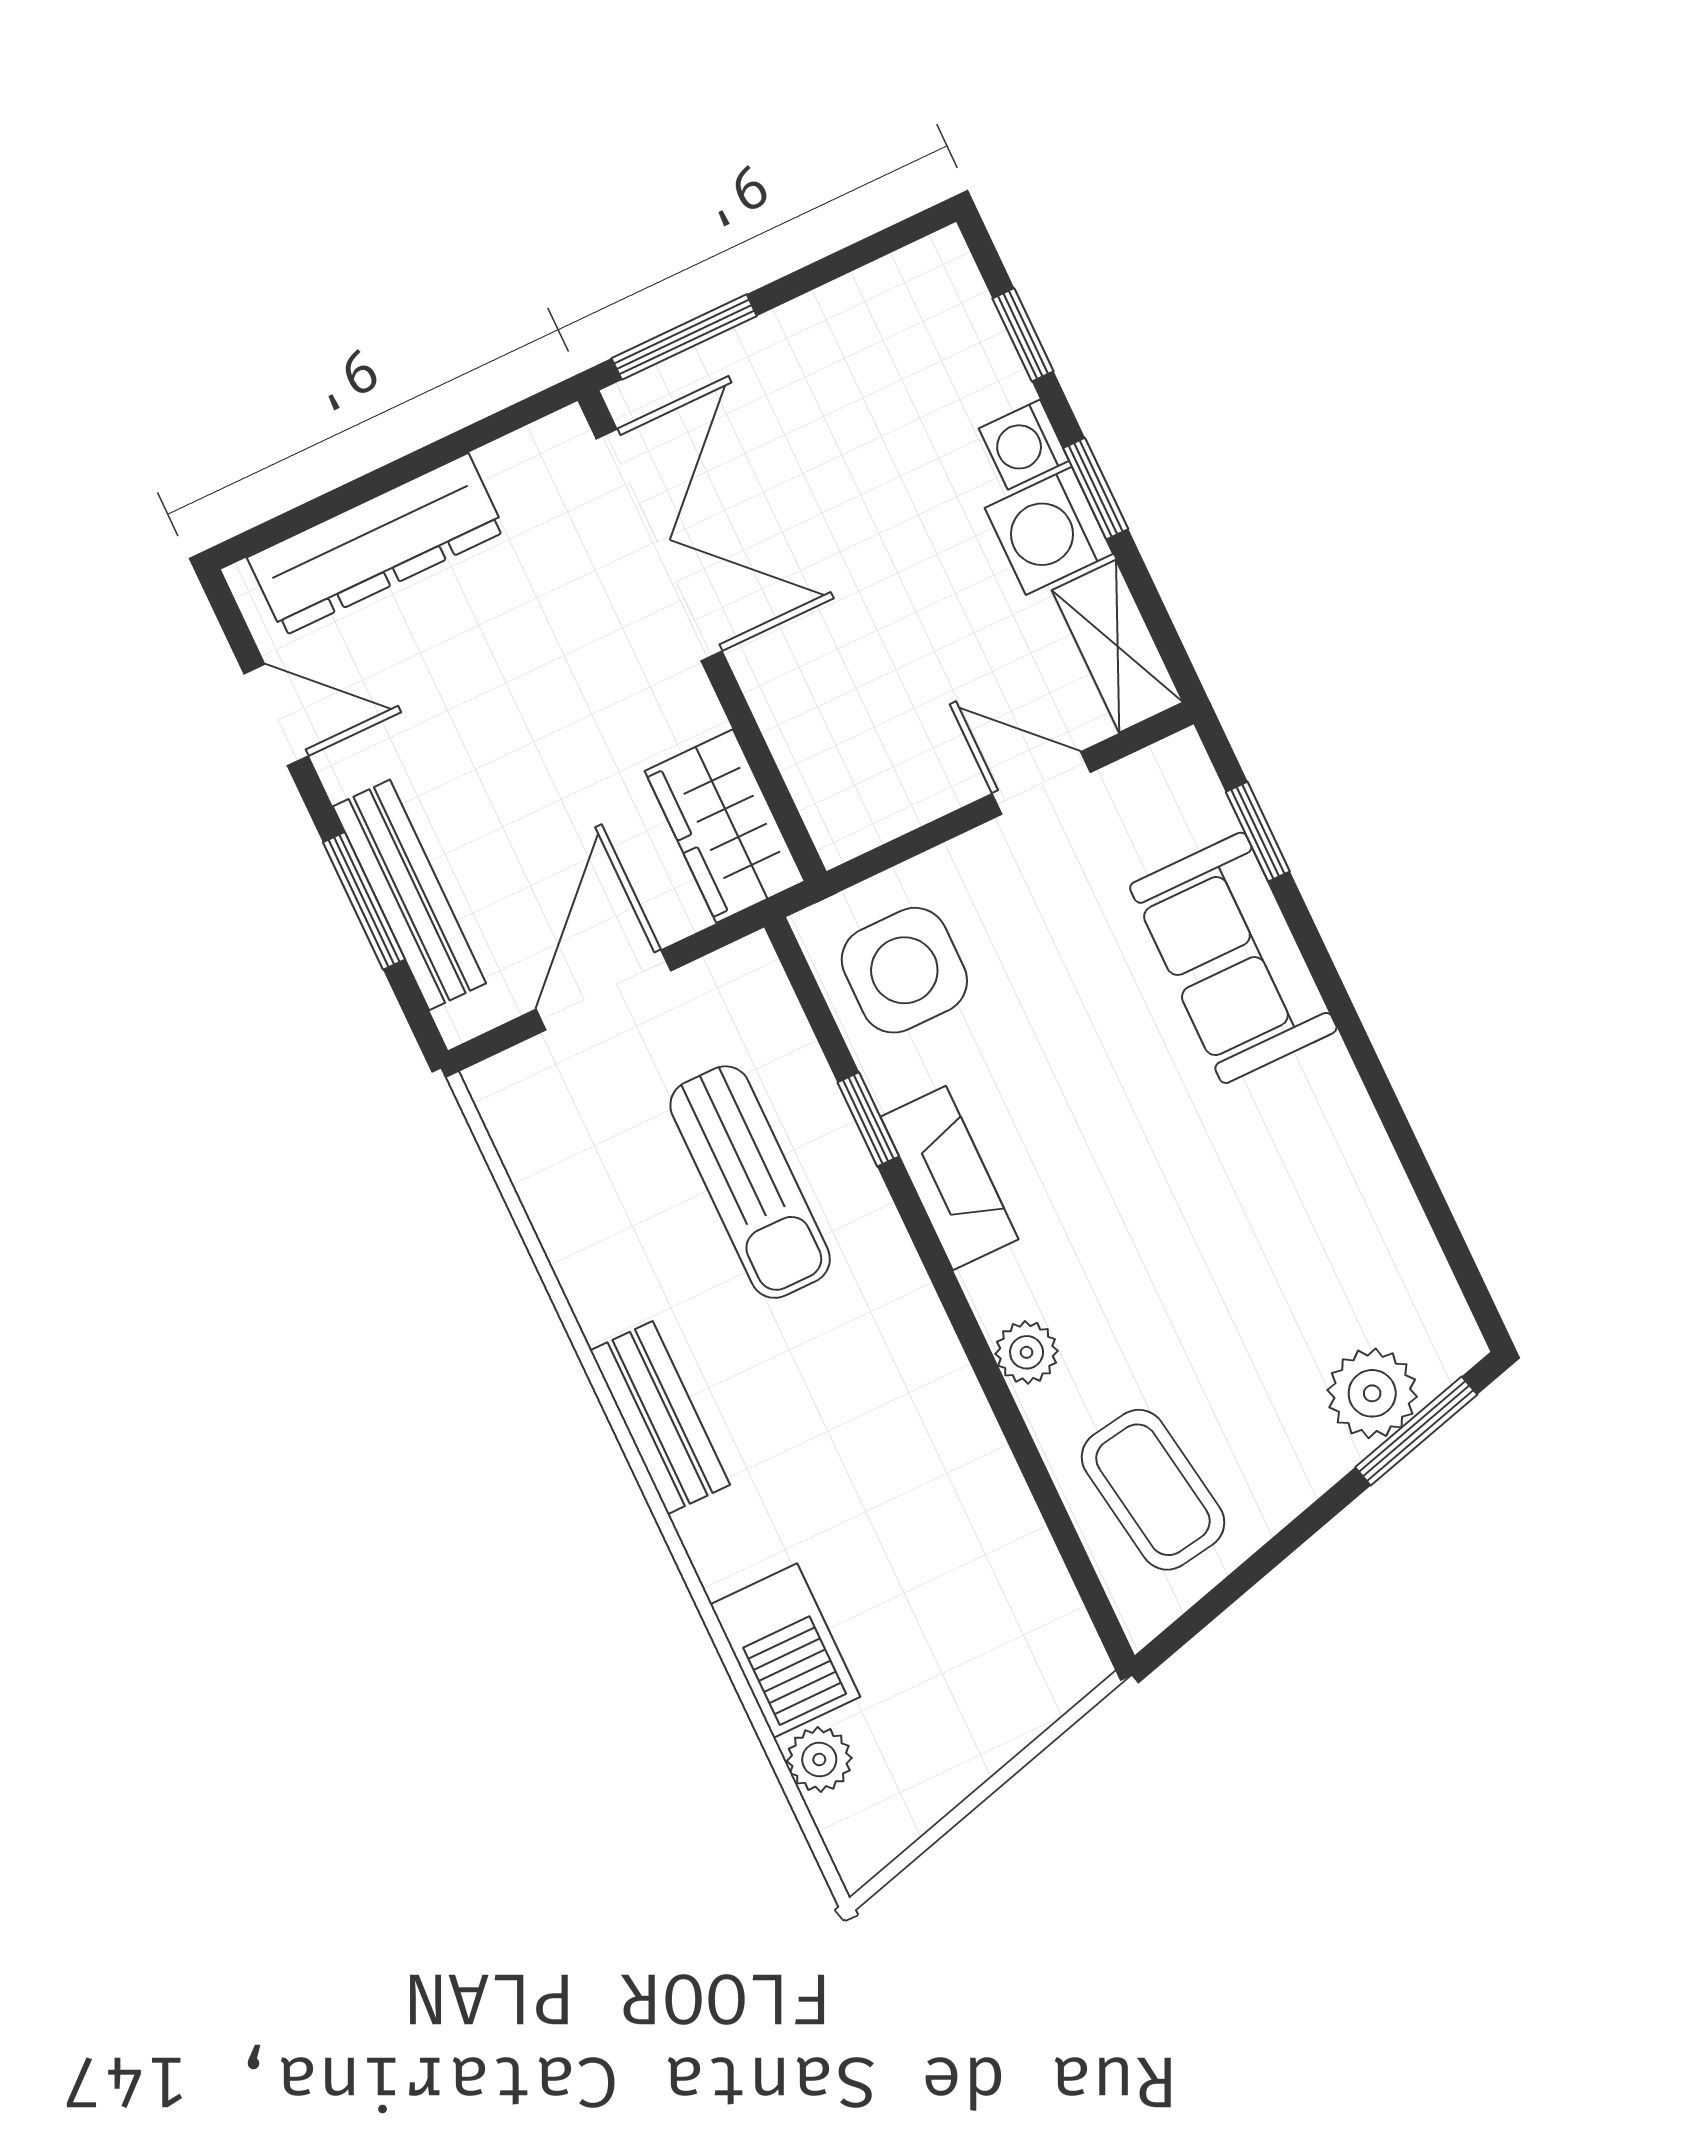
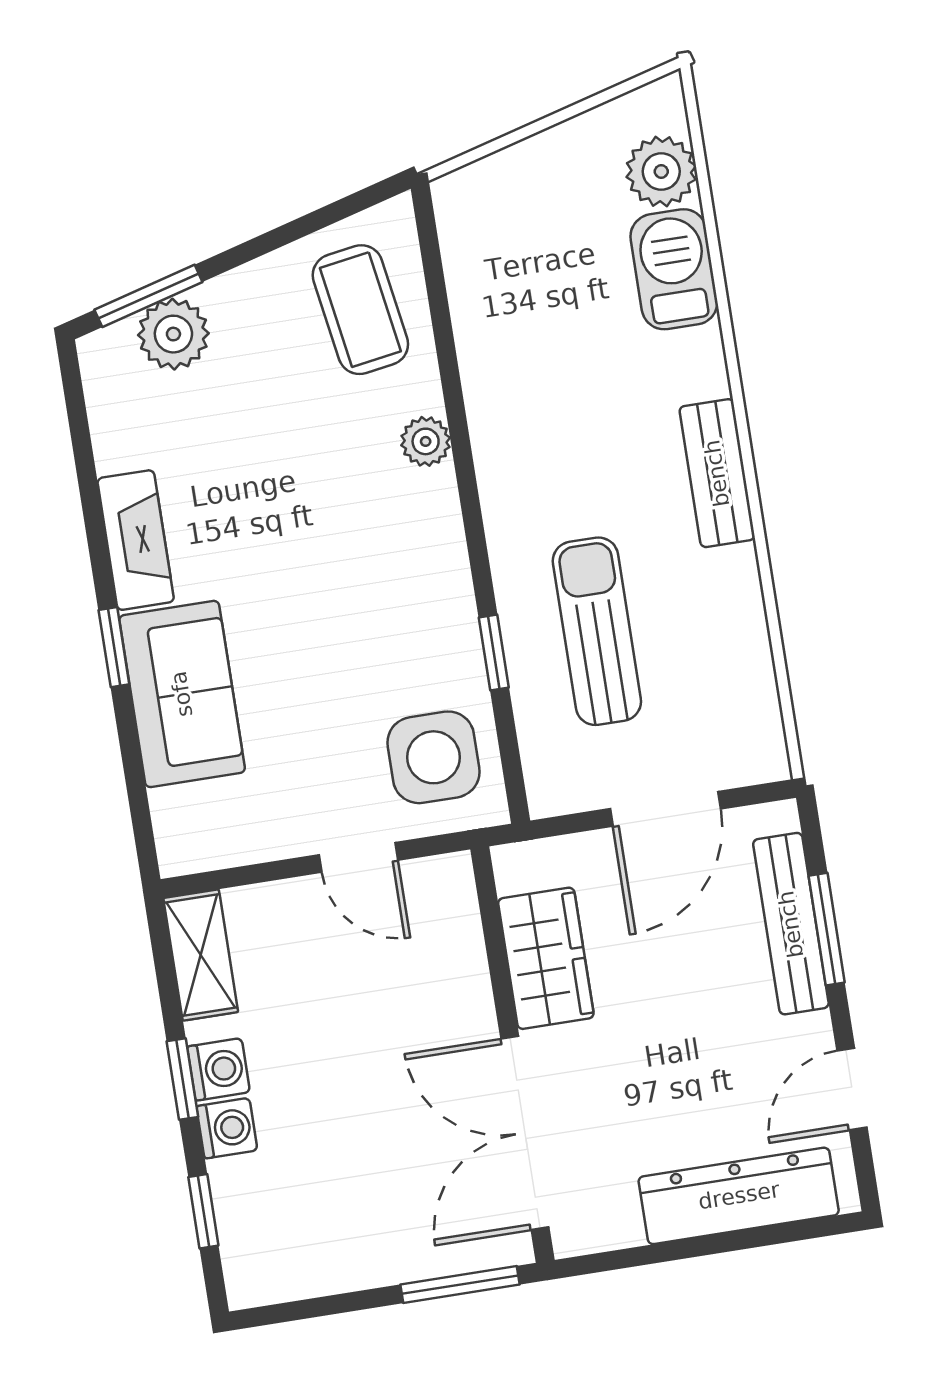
washing machine: (1049, 531) -> (218, 1069), width x0.73, depth x0.73
door: (276, 715) -> (852, 1089), hinge flipped
door: (1041, 783) -> (358, 857), moved
wardrobe: (725, 826) -> (546, 958), moved
window: (1258, 832) -> (114, 647), moved
fireplace: (949, 1178) -> (136, 540), moved, turned 180
plant: (819, 1760) -> (661, 171), width x1.38, depth x1.38

